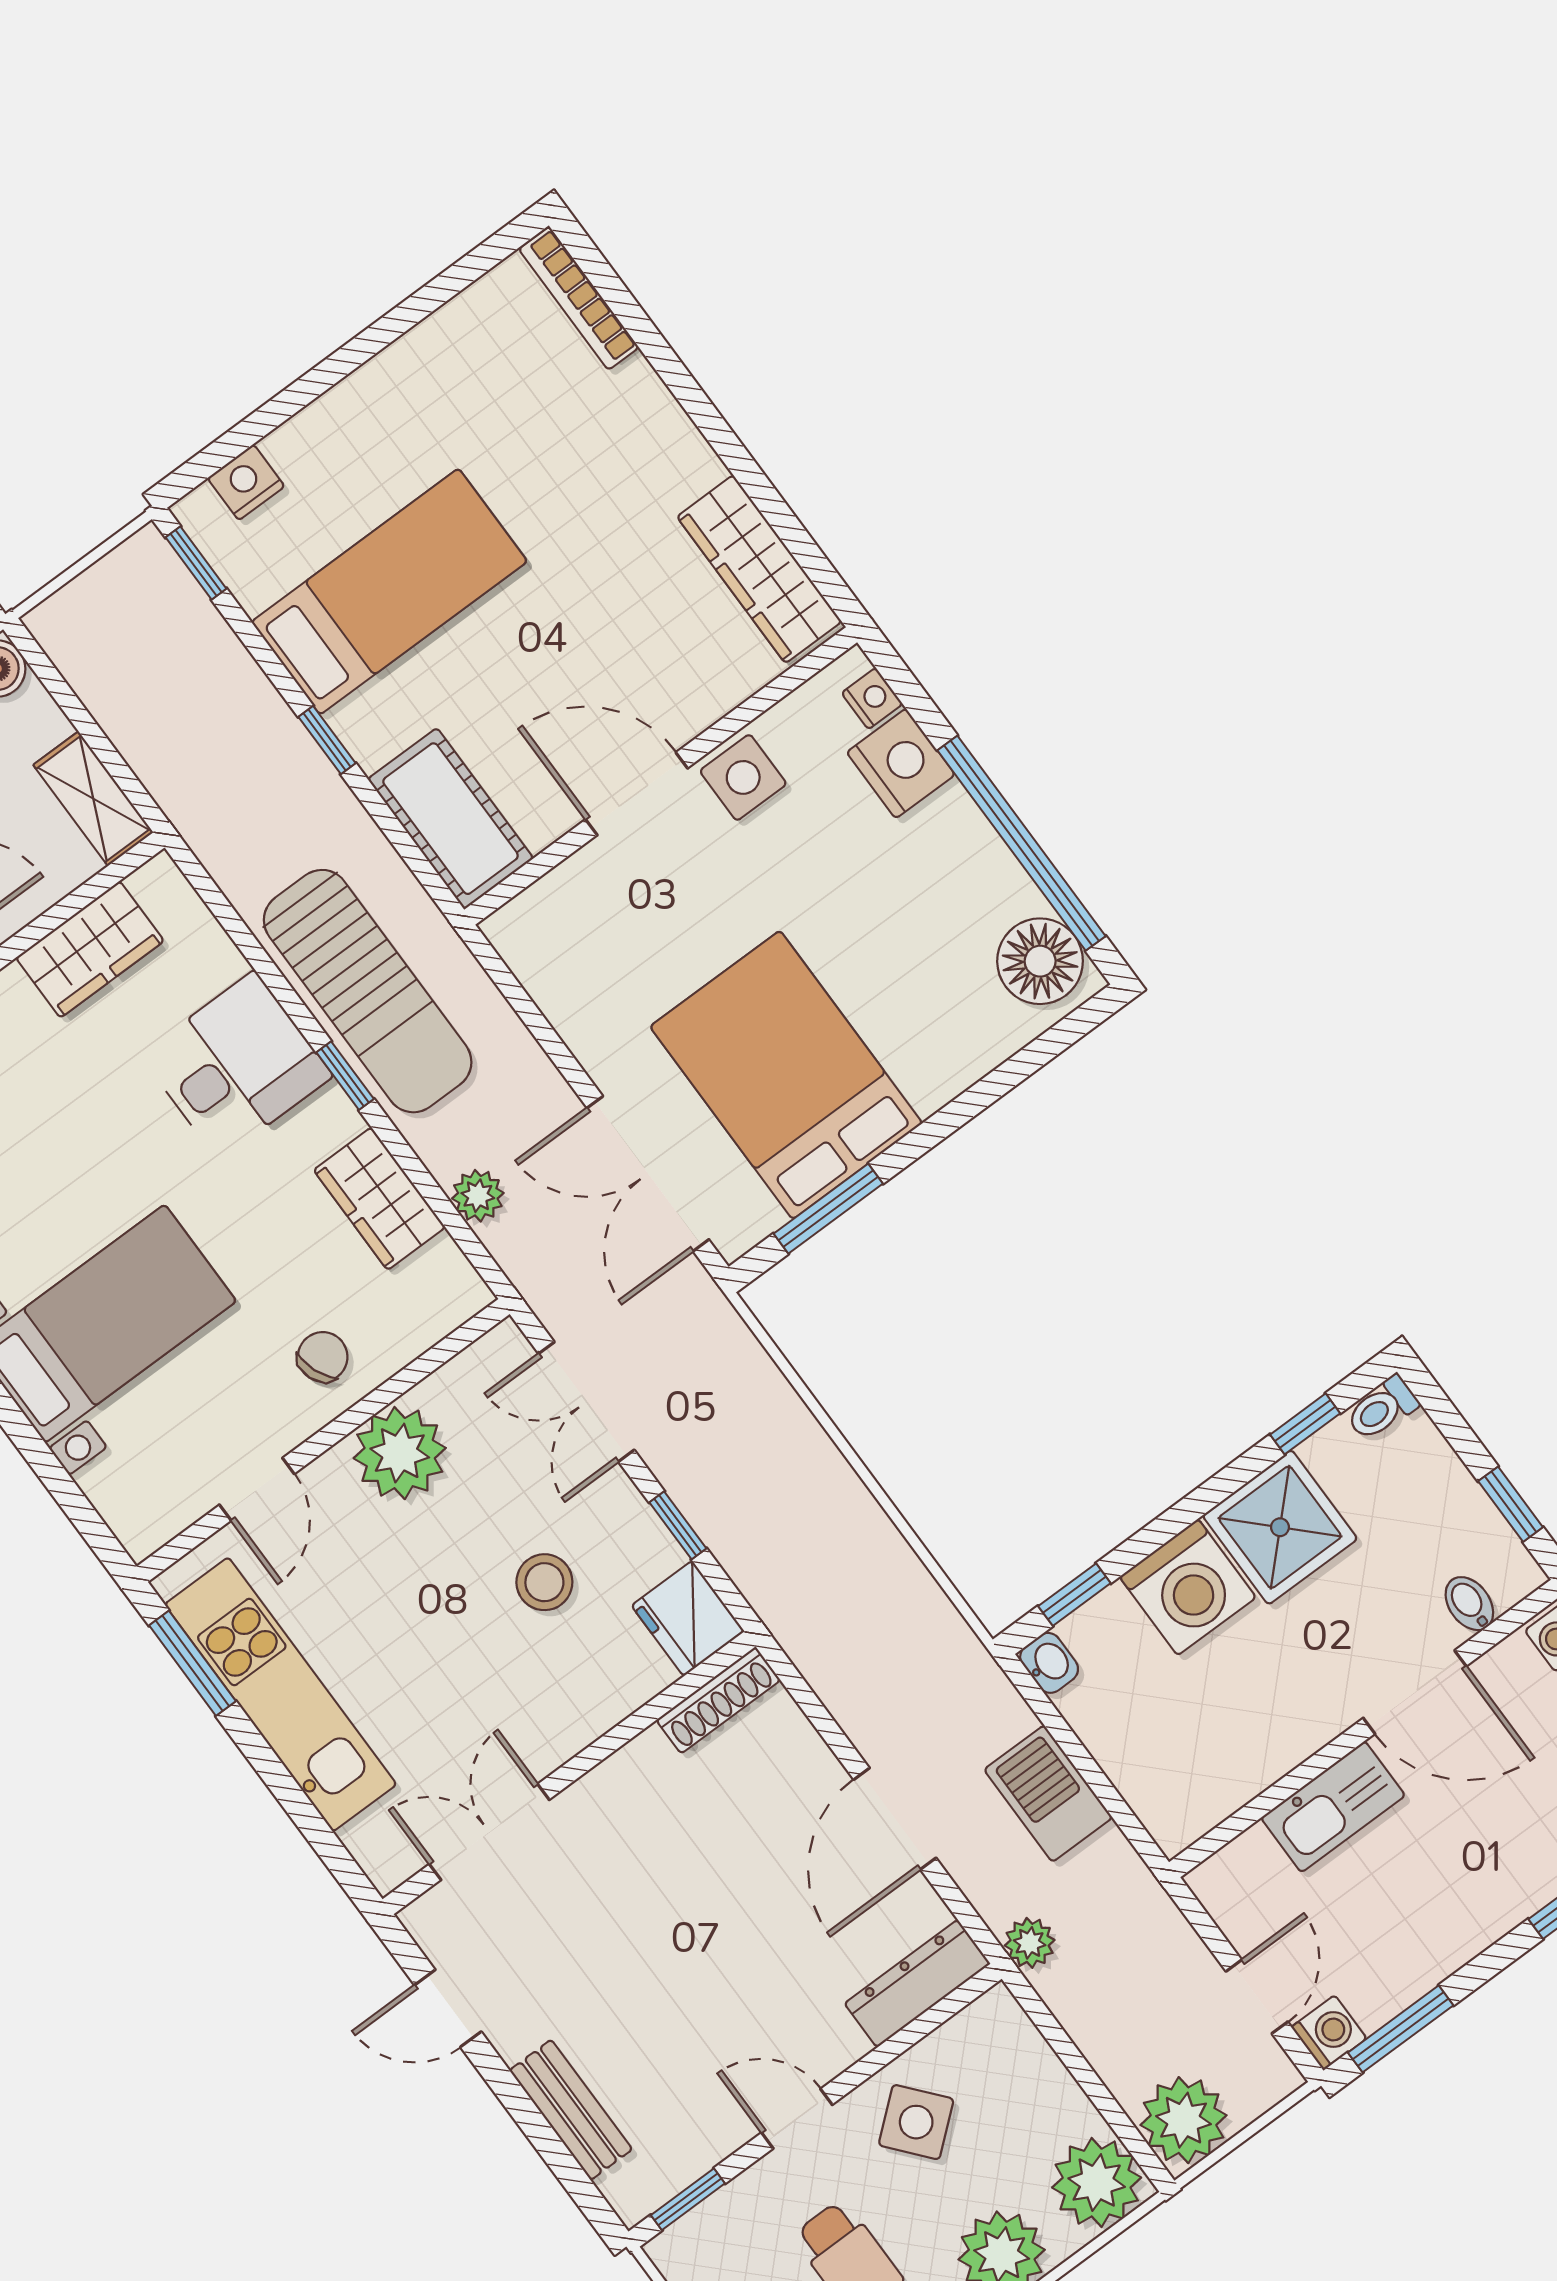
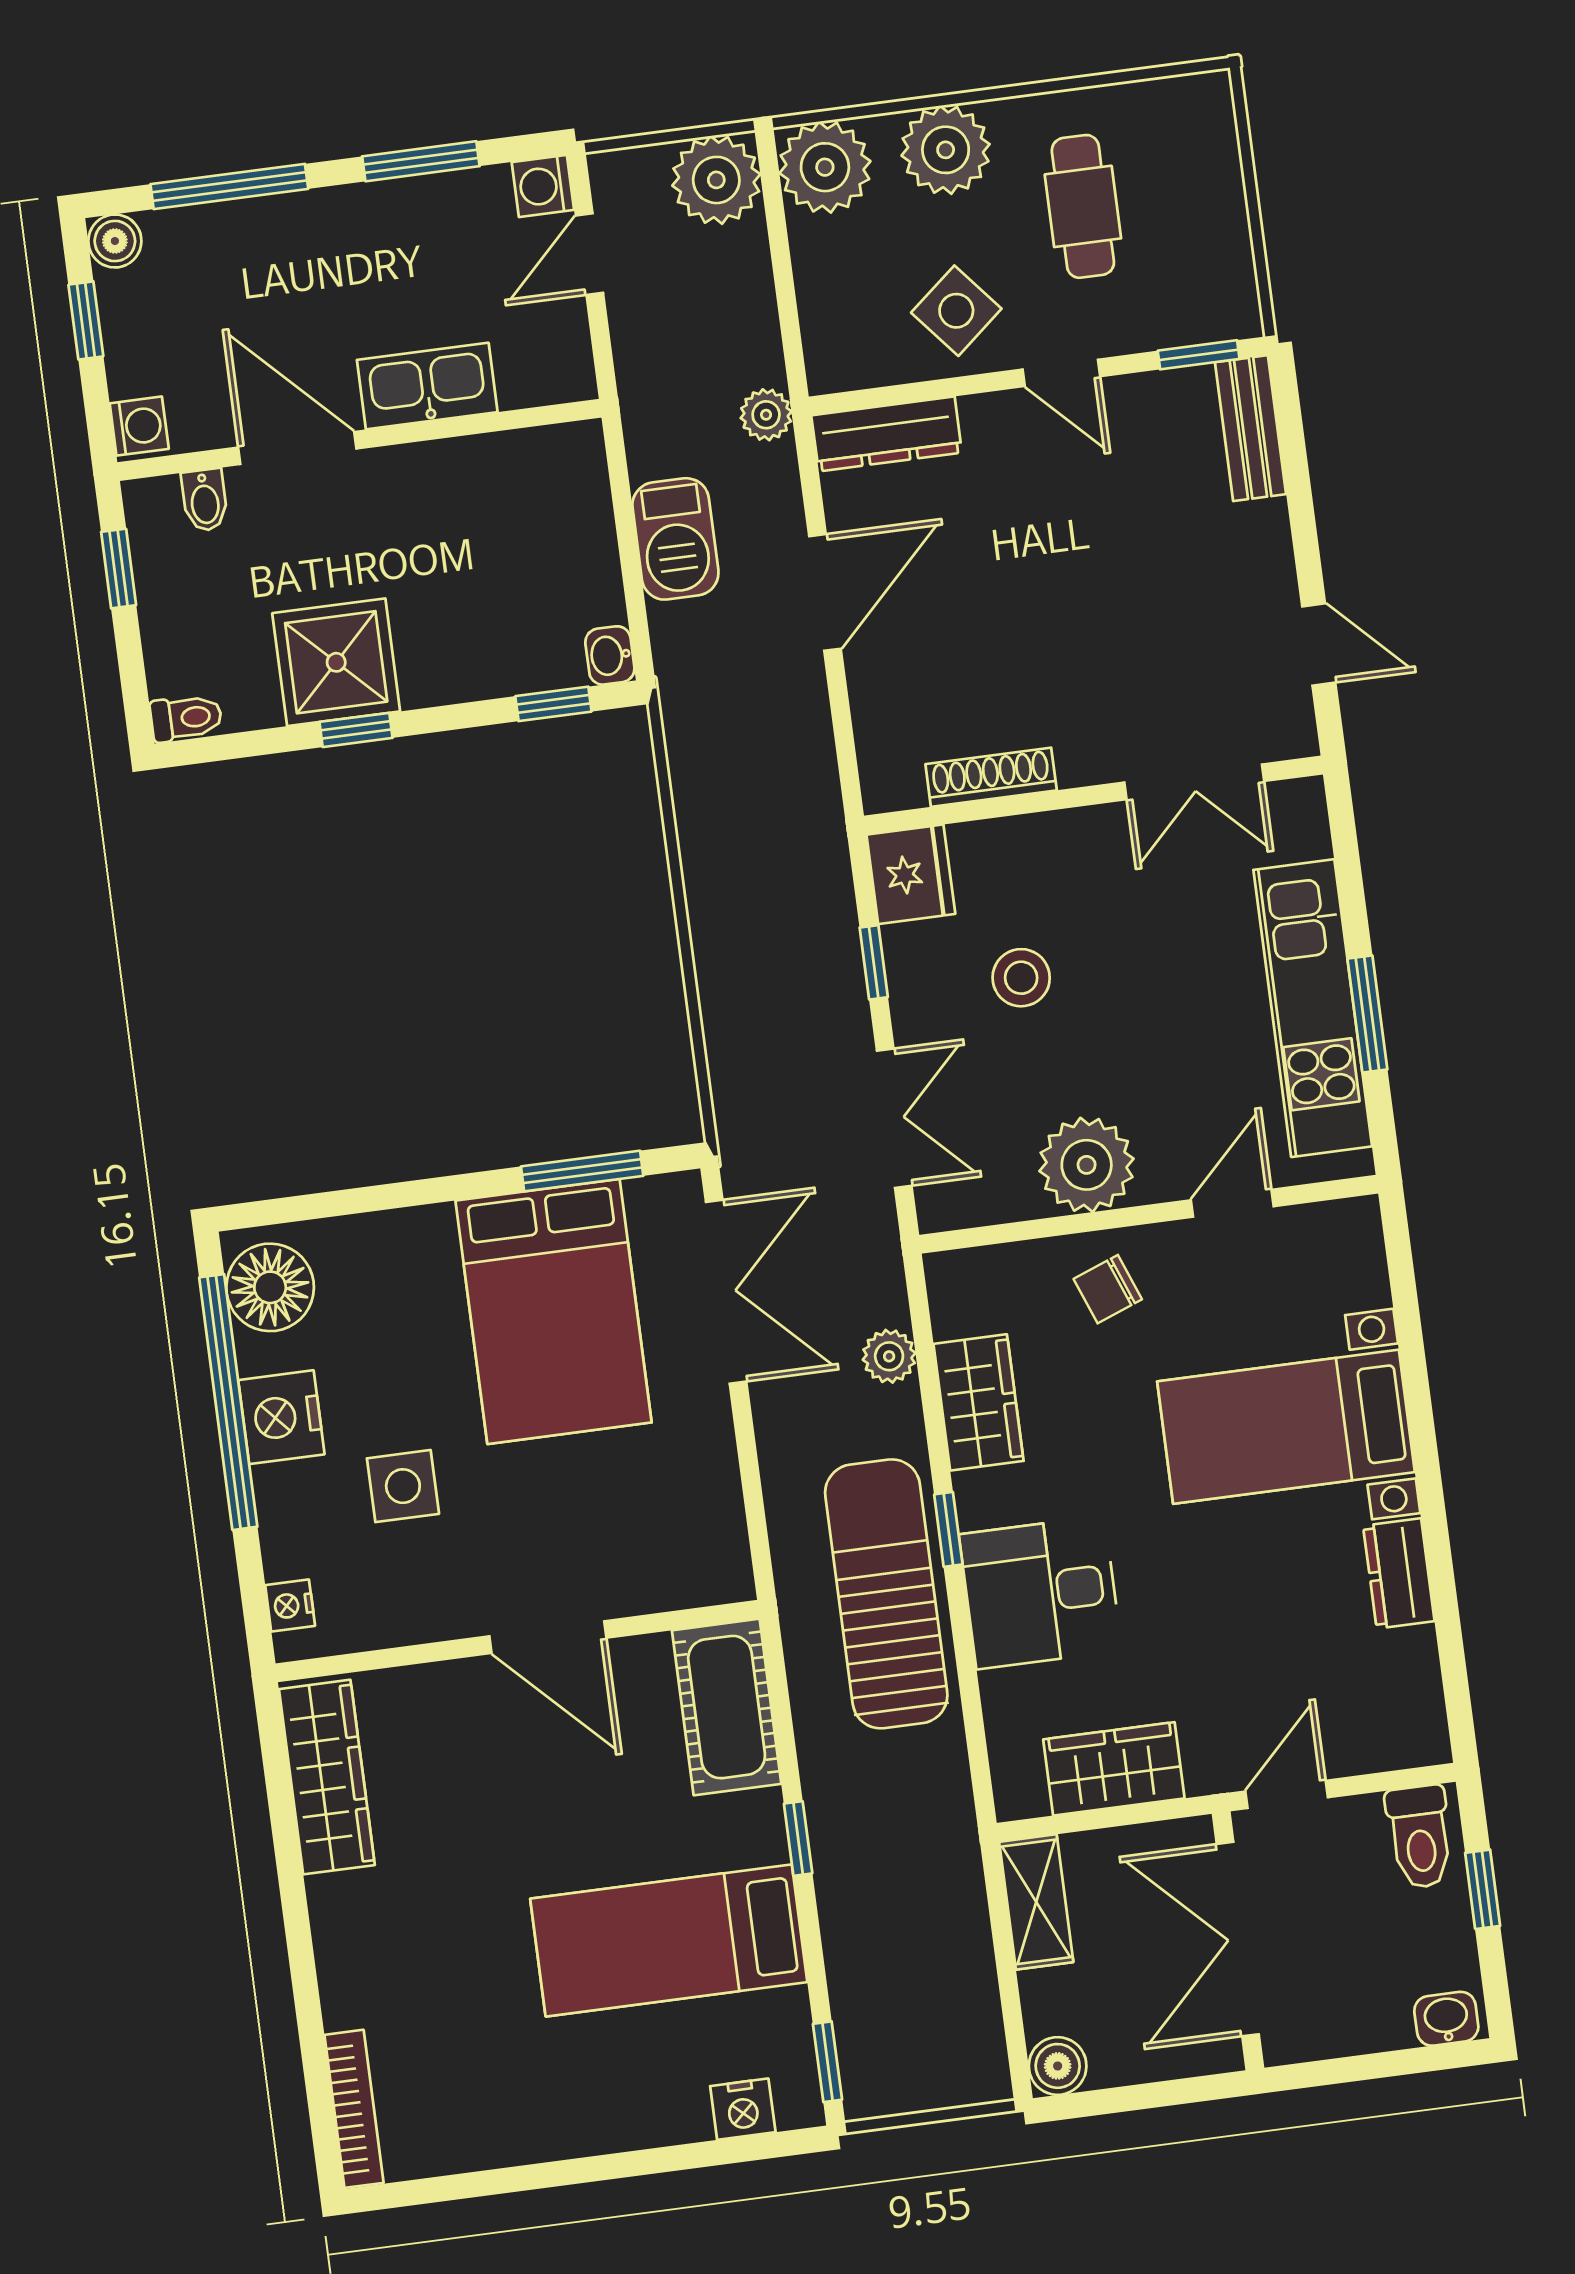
nightstand: (901, 763) -> (281, 1417), moved
side table: (743, 777) -> (403, 1486), moved
window: (1305, 1424) -> (356, 730), moved
washing machine: (1188, 1587) -> (448, 654), removed
window: (192, 1663) -> (1367, 1014), moved
shoe rack: (718, 1700) -> (991, 777), moved
window: (1401, 2029) -> (421, 161), moved
bench: (571, 2110) -> (1251, 428), moved

